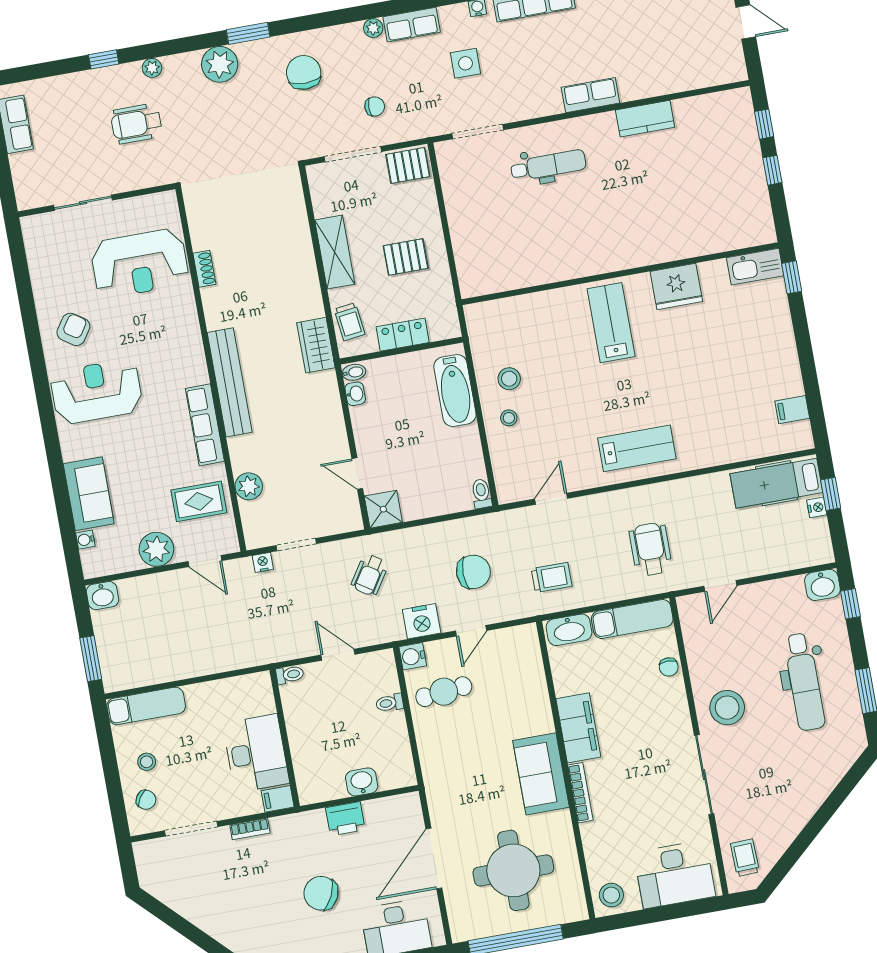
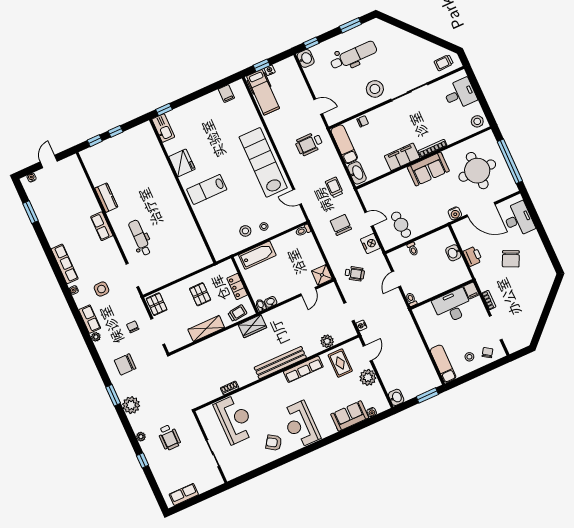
lab bench: (637, 448) -> (263, 162), width x1.86, depth x1.39
water cooler: (413, 656) -> (455, 213), moved
desk: (675, 874) -> (460, 94), width x0.73

